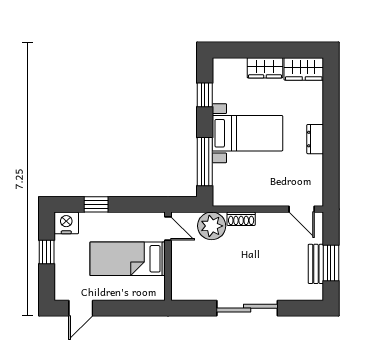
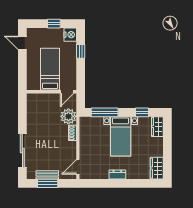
wardrobe: (265, 68) -> (157, 127), moved
sliding door: (247, 308) -> (22, 151), moved

